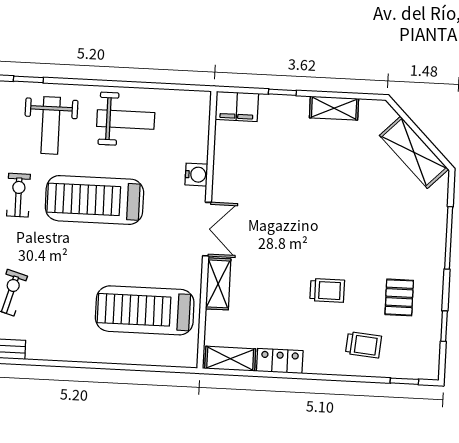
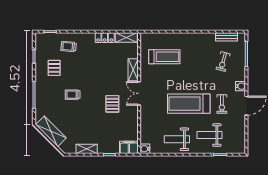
weight bench: (51, 125) -> (209, 135), turned -90
water cooler: (196, 175) -> (145, 149), moved
treadmill: (94, 200) -> (189, 104), turned 180
pallet: (270, 208) -> (112, 104), added
trolley: (327, 290) -> (73, 95), moved
treadmill: (145, 310) -> (164, 57), width x0.73, depth x0.73

